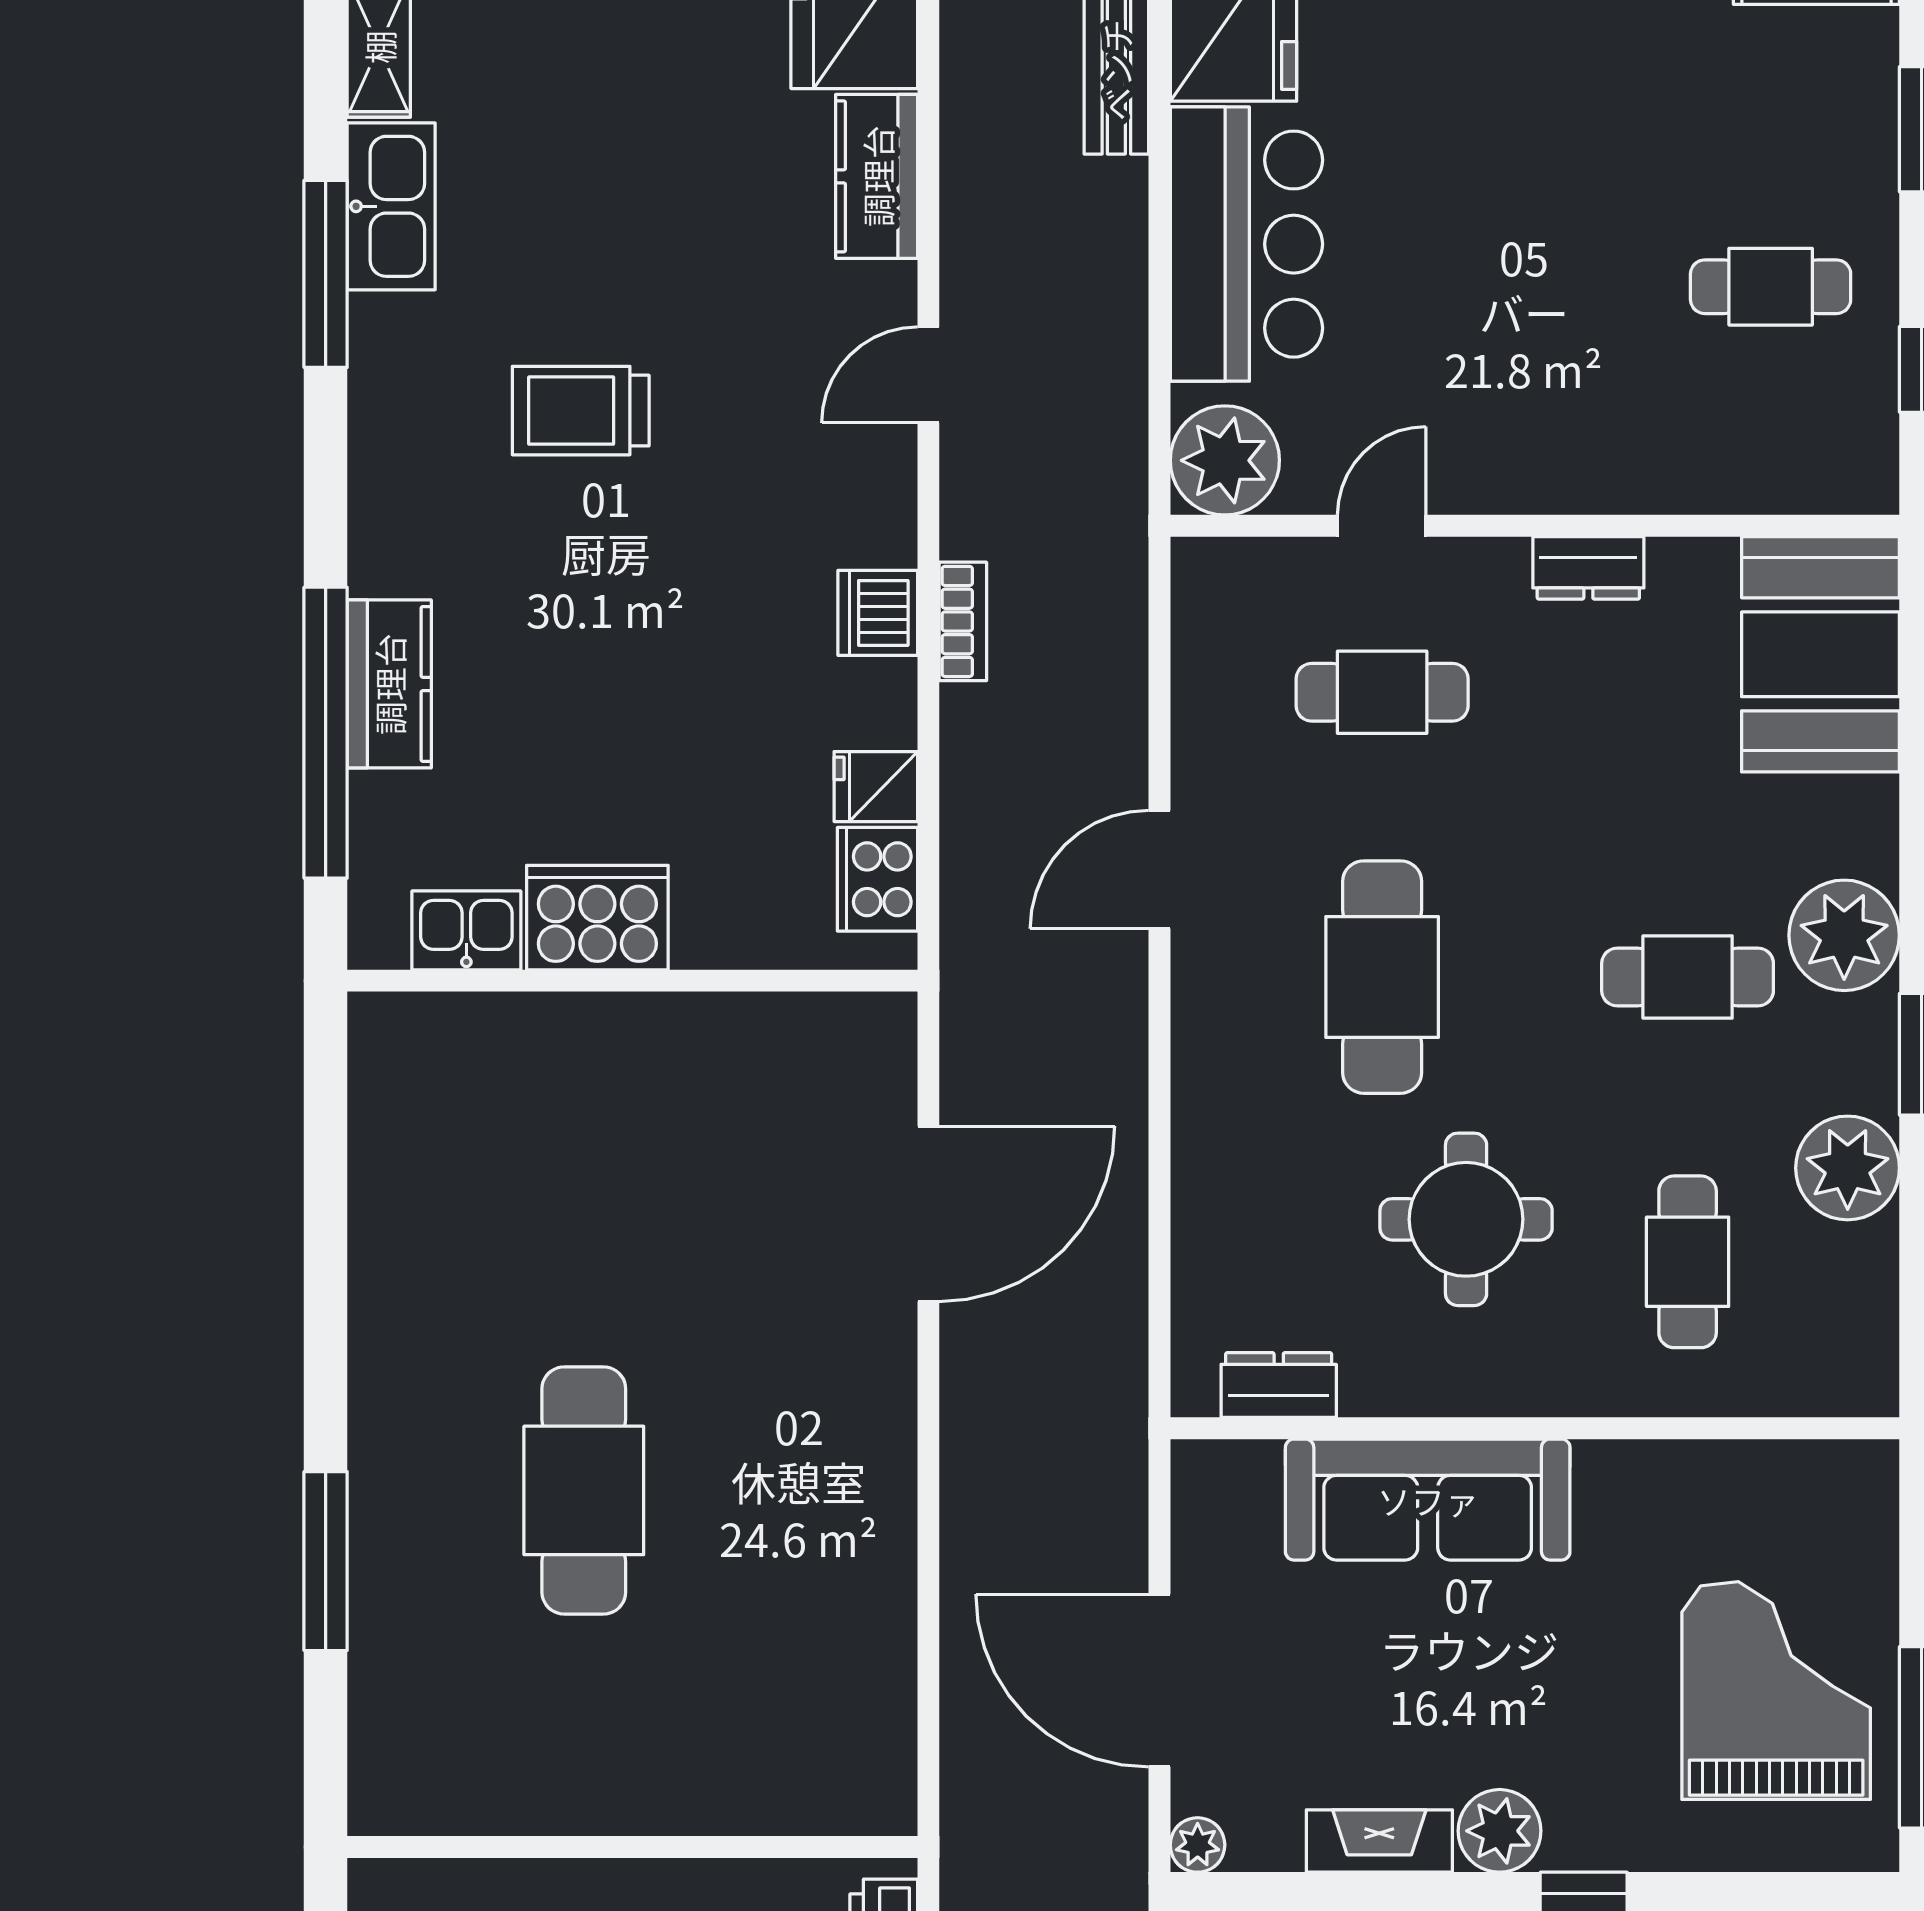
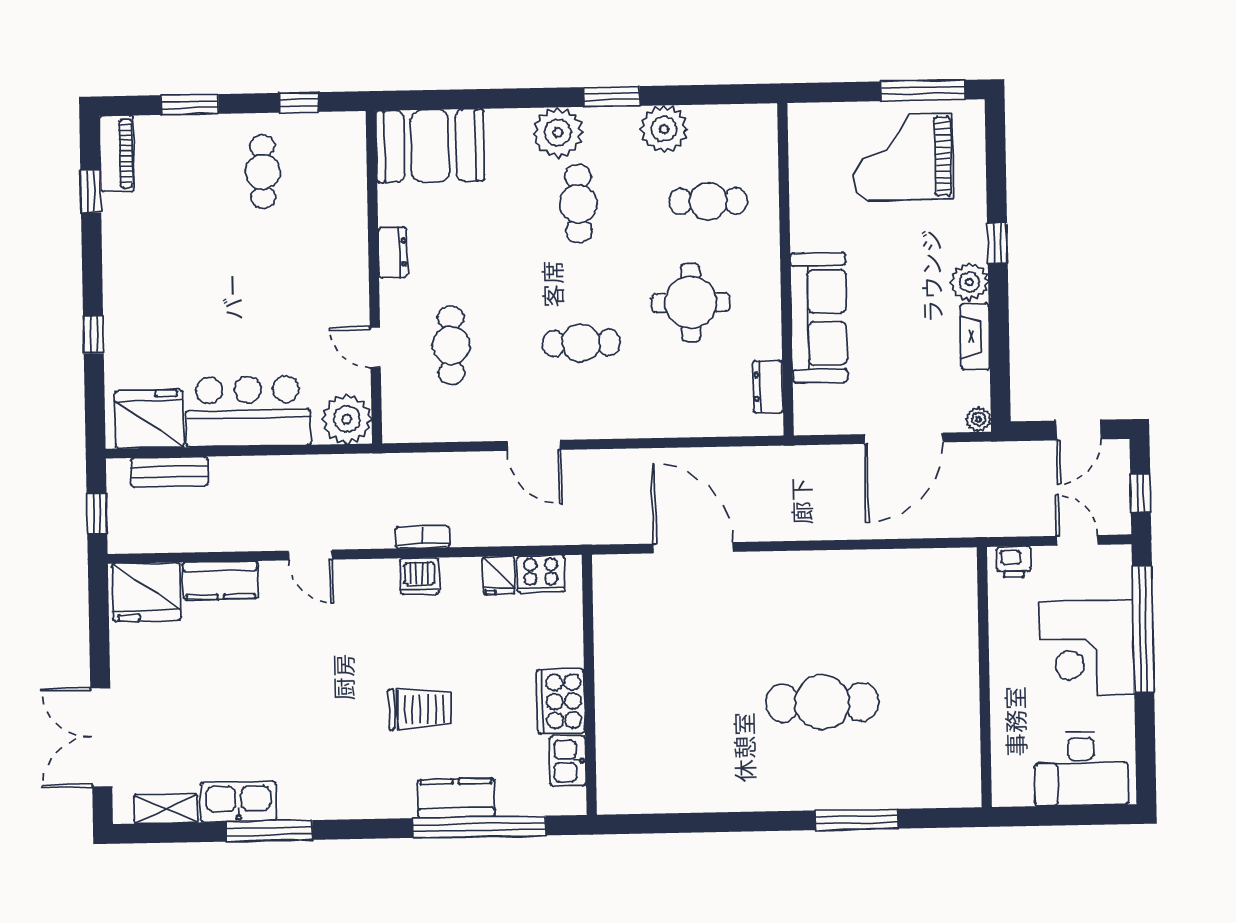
trolley: (581, 411) -> (420, 709), moved, turned -90
cafe table: (1382, 977) -> (581, 343), width x0.73, depth x0.74

